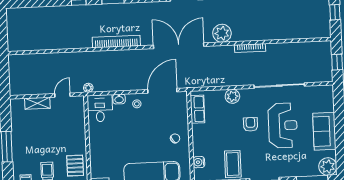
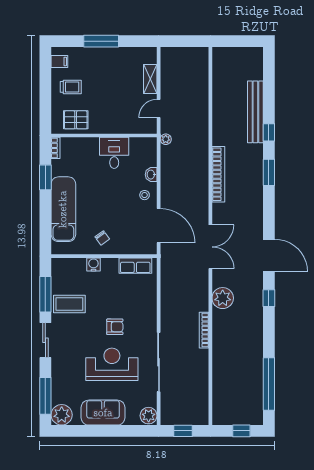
bench: (62, 12) -> (255, 112), added
double door: (179, 46) -> (210, 247), width x0.73
door: (62, 95) -> (159, 109), swing flipped
plant: (232, 96) -> (149, 416), moved
desk: (100, 108) -> (114, 153), moved, turned -90
reception desk: (283, 125) -> (112, 364), turned 180
water cooler: (199, 162) -> (93, 264), moved

